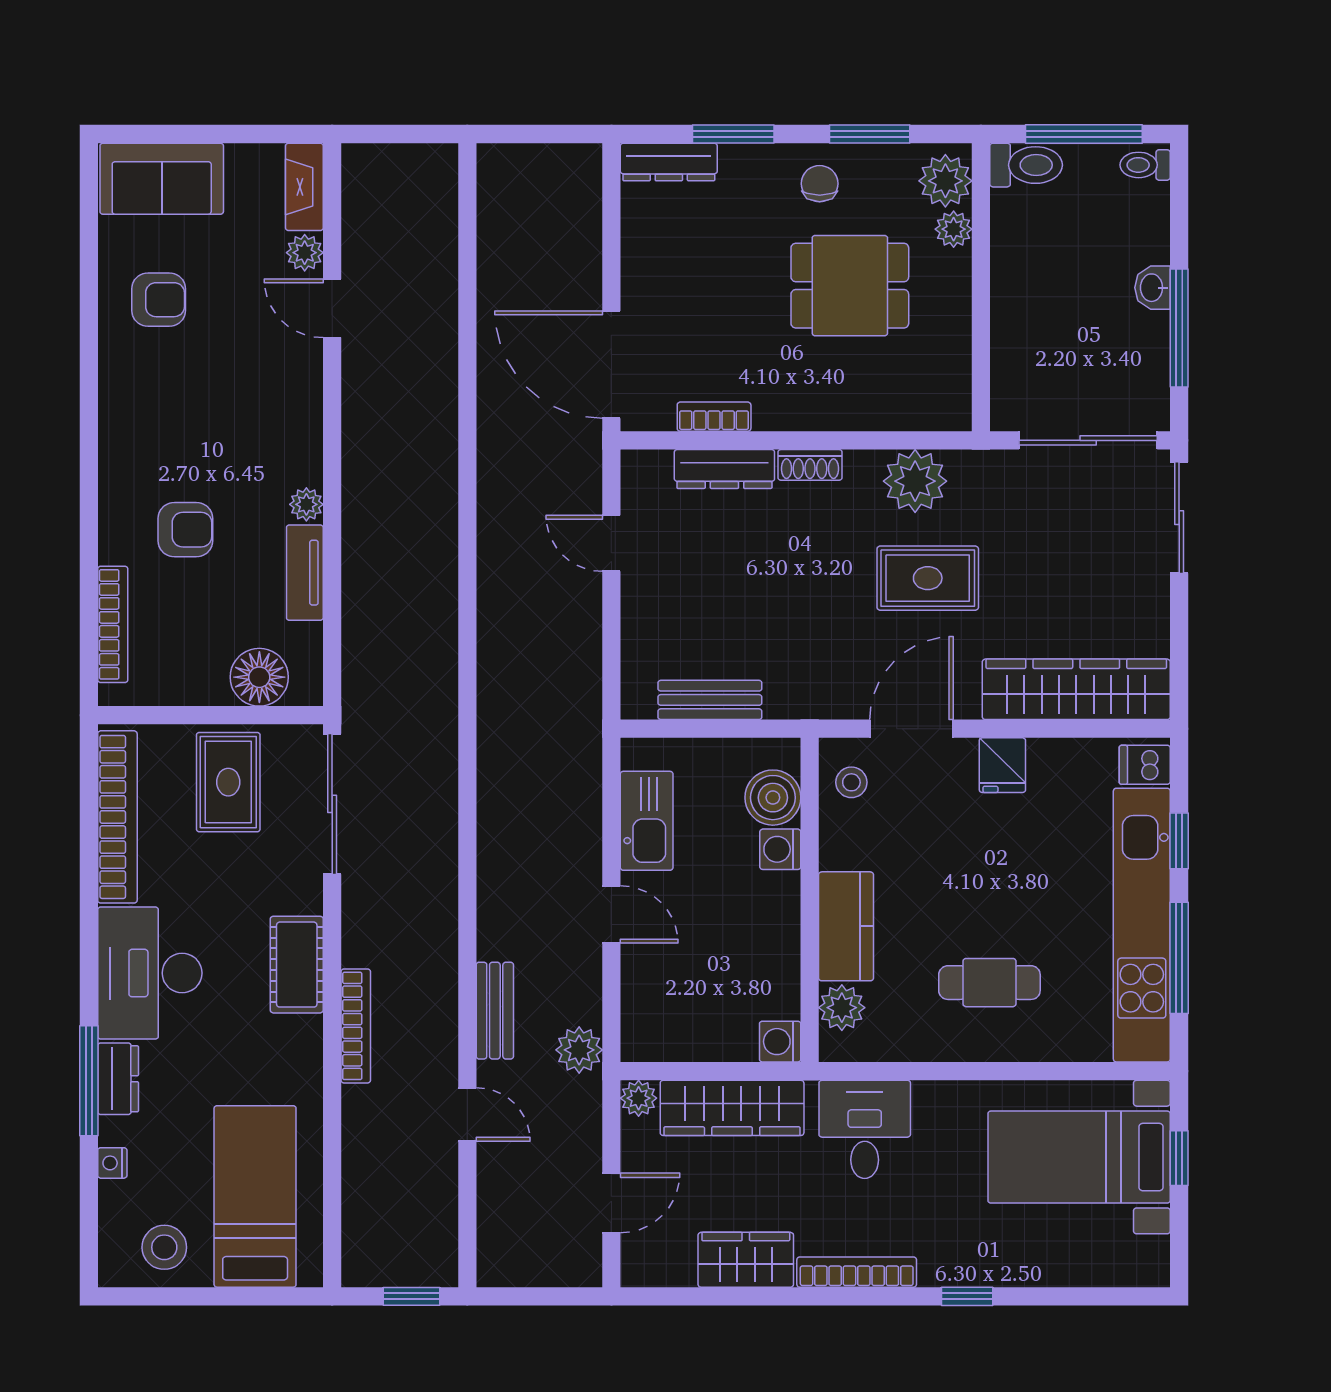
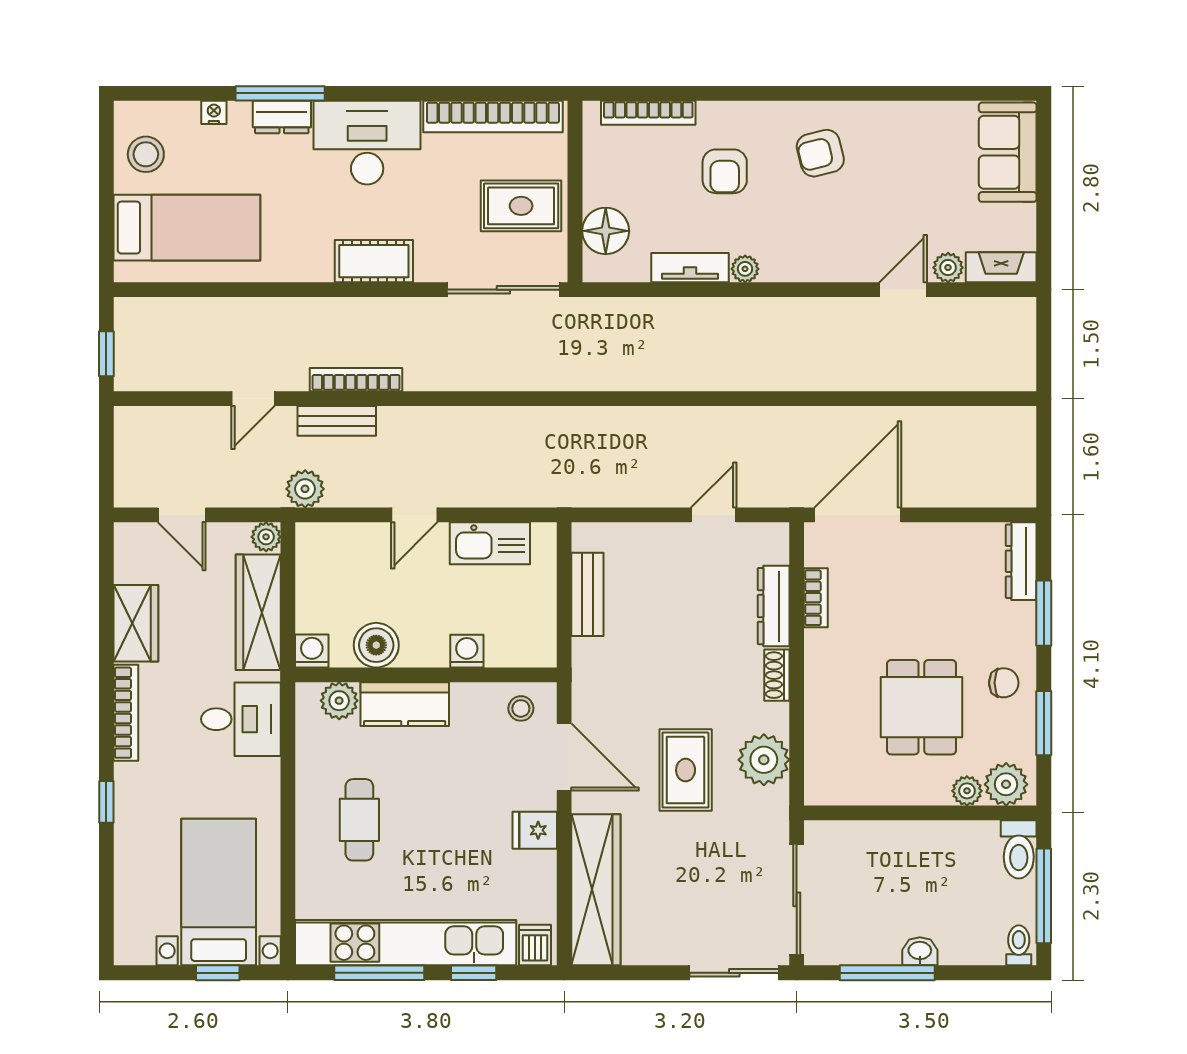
armchair: (159, 300) -> (820, 153), moved, turned 76
boiler: (773, 798) -> (376, 645), moved
bookcase: (356, 1026) -> (356, 380), moved, turned 180

